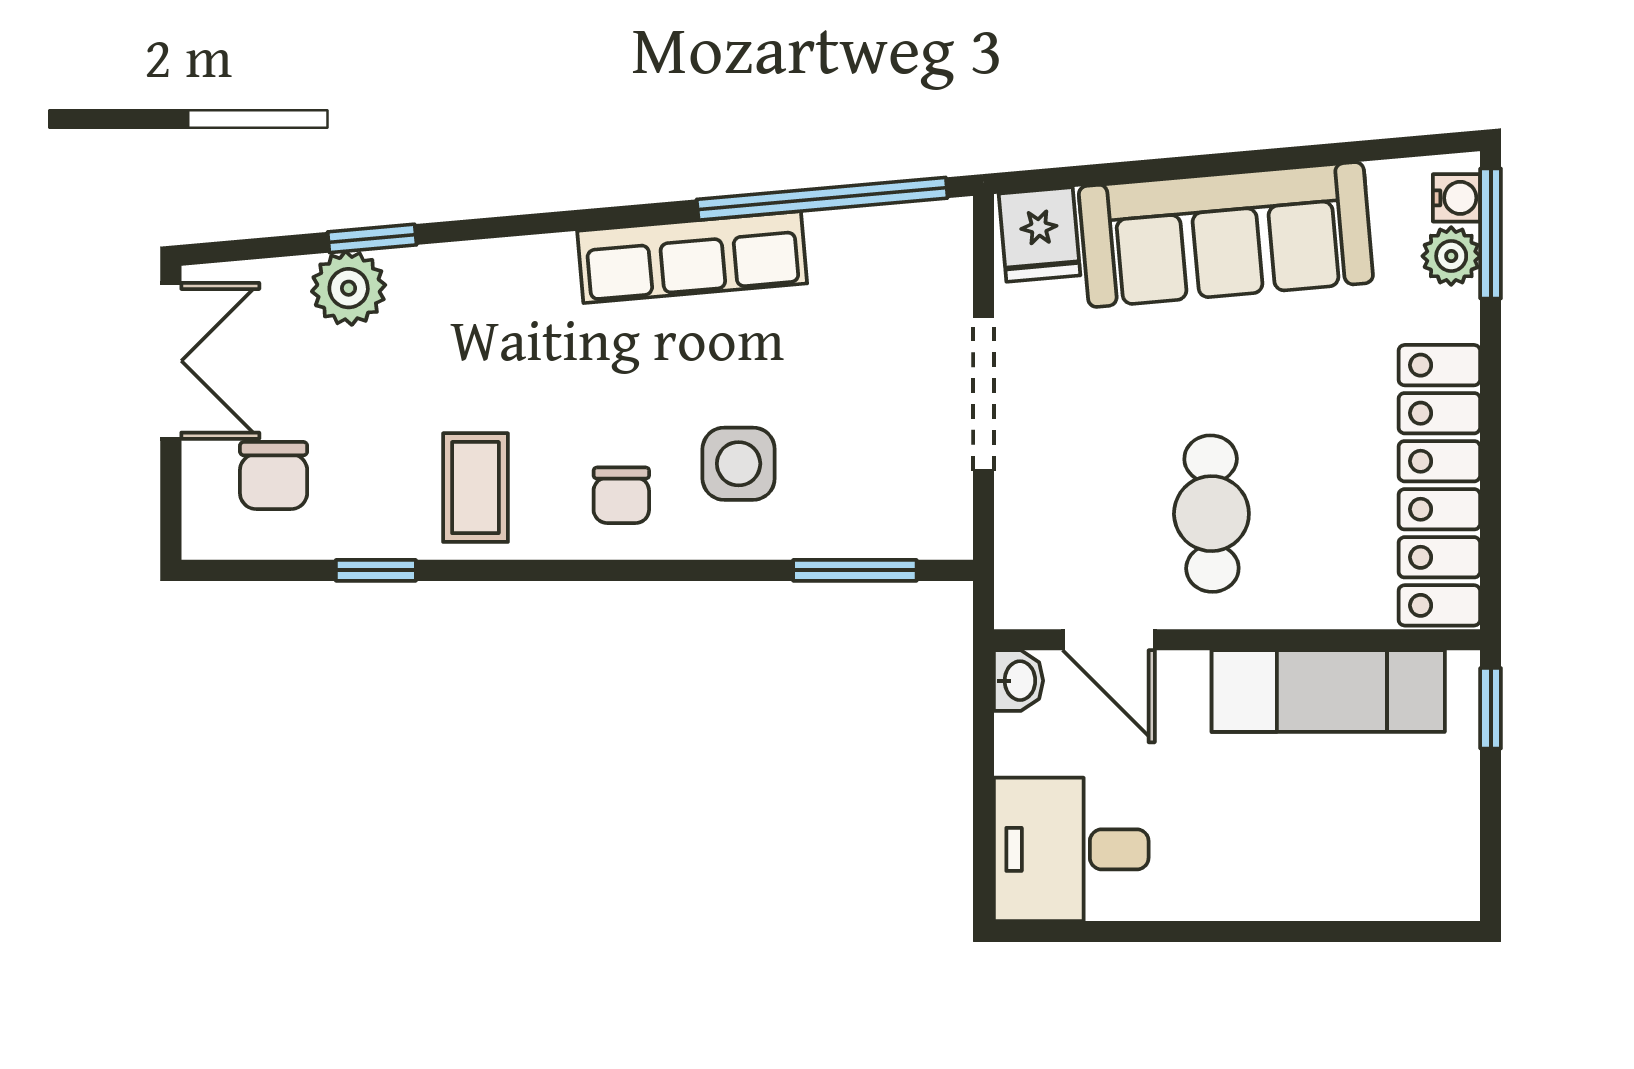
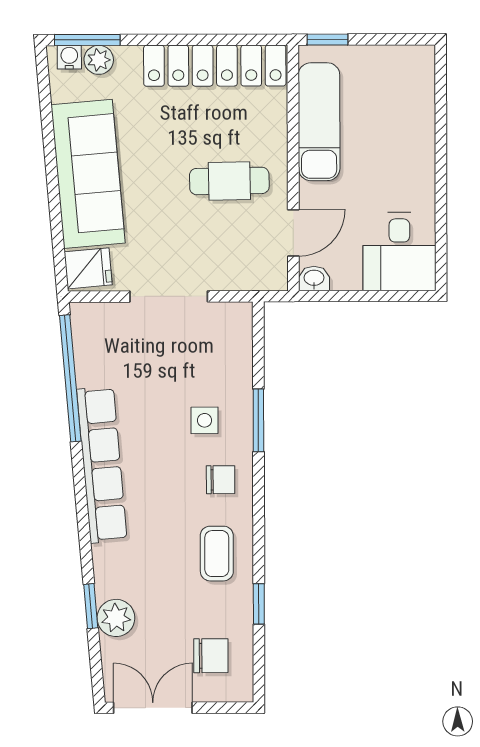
row of seats: (692, 257) -> (102, 465), width x1.36
side table: (739, 464) -> (204, 420), width x0.73, depth x0.73
coffee table: (475, 488) -> (217, 554), turned 90
window: (855, 570) -> (258, 420), moved

